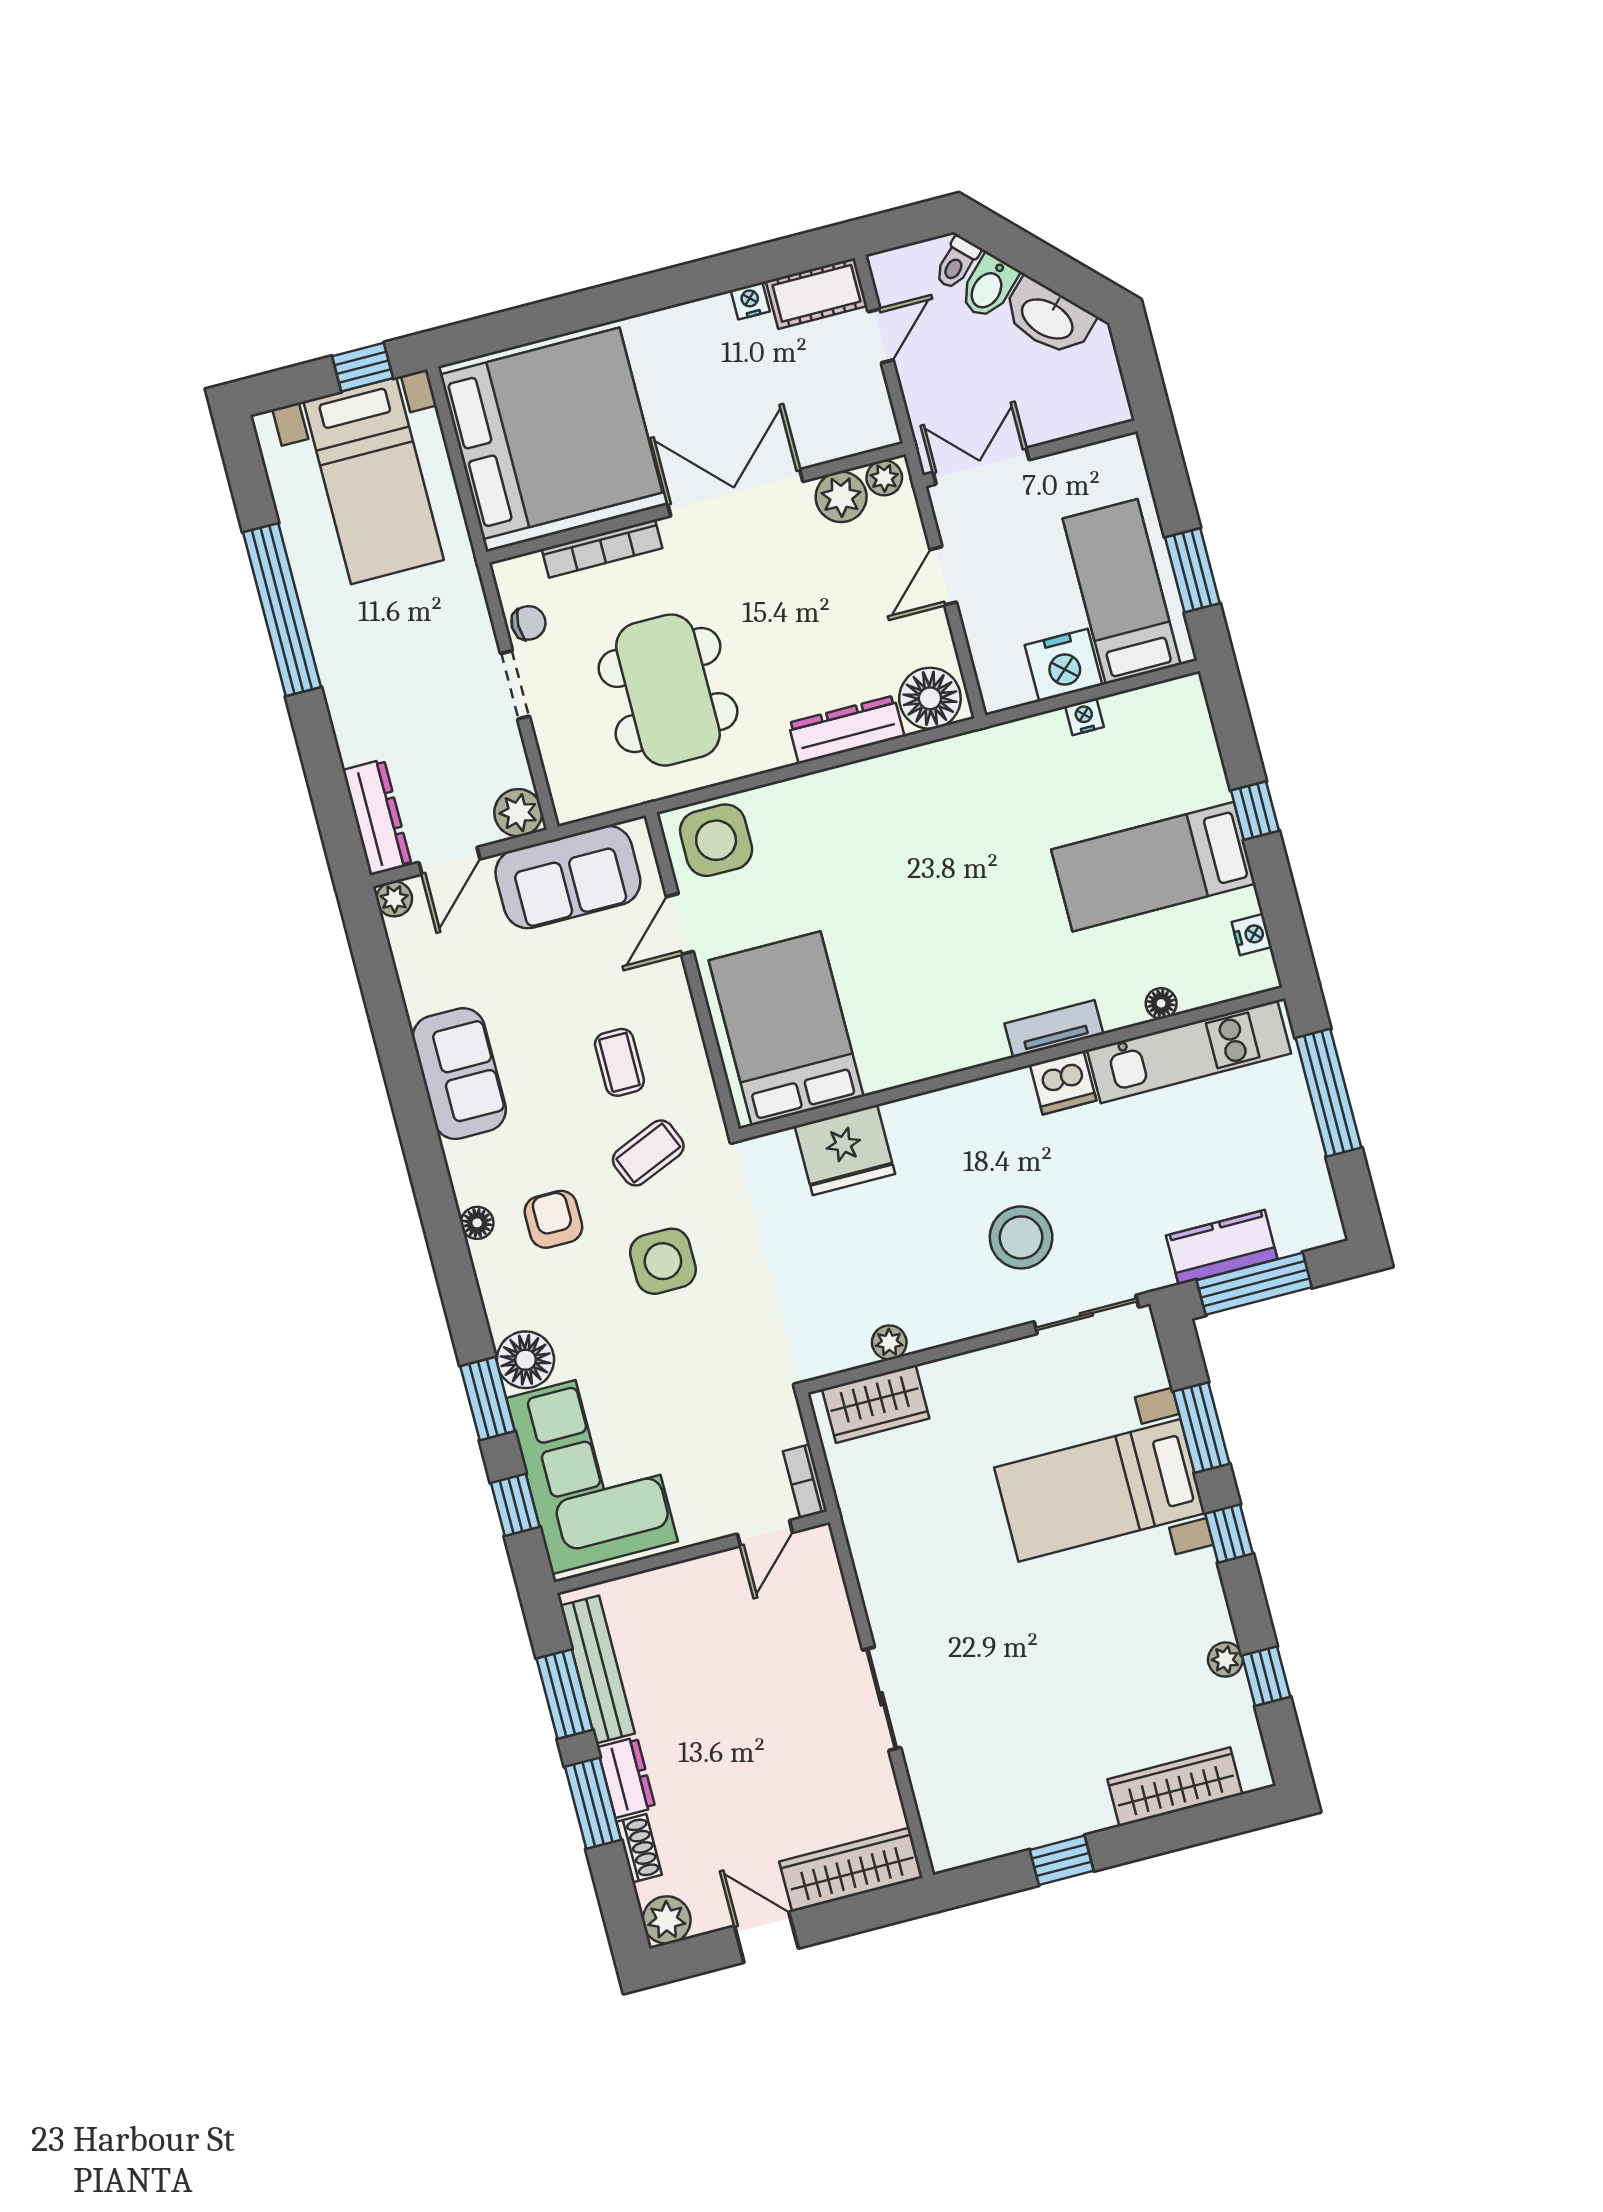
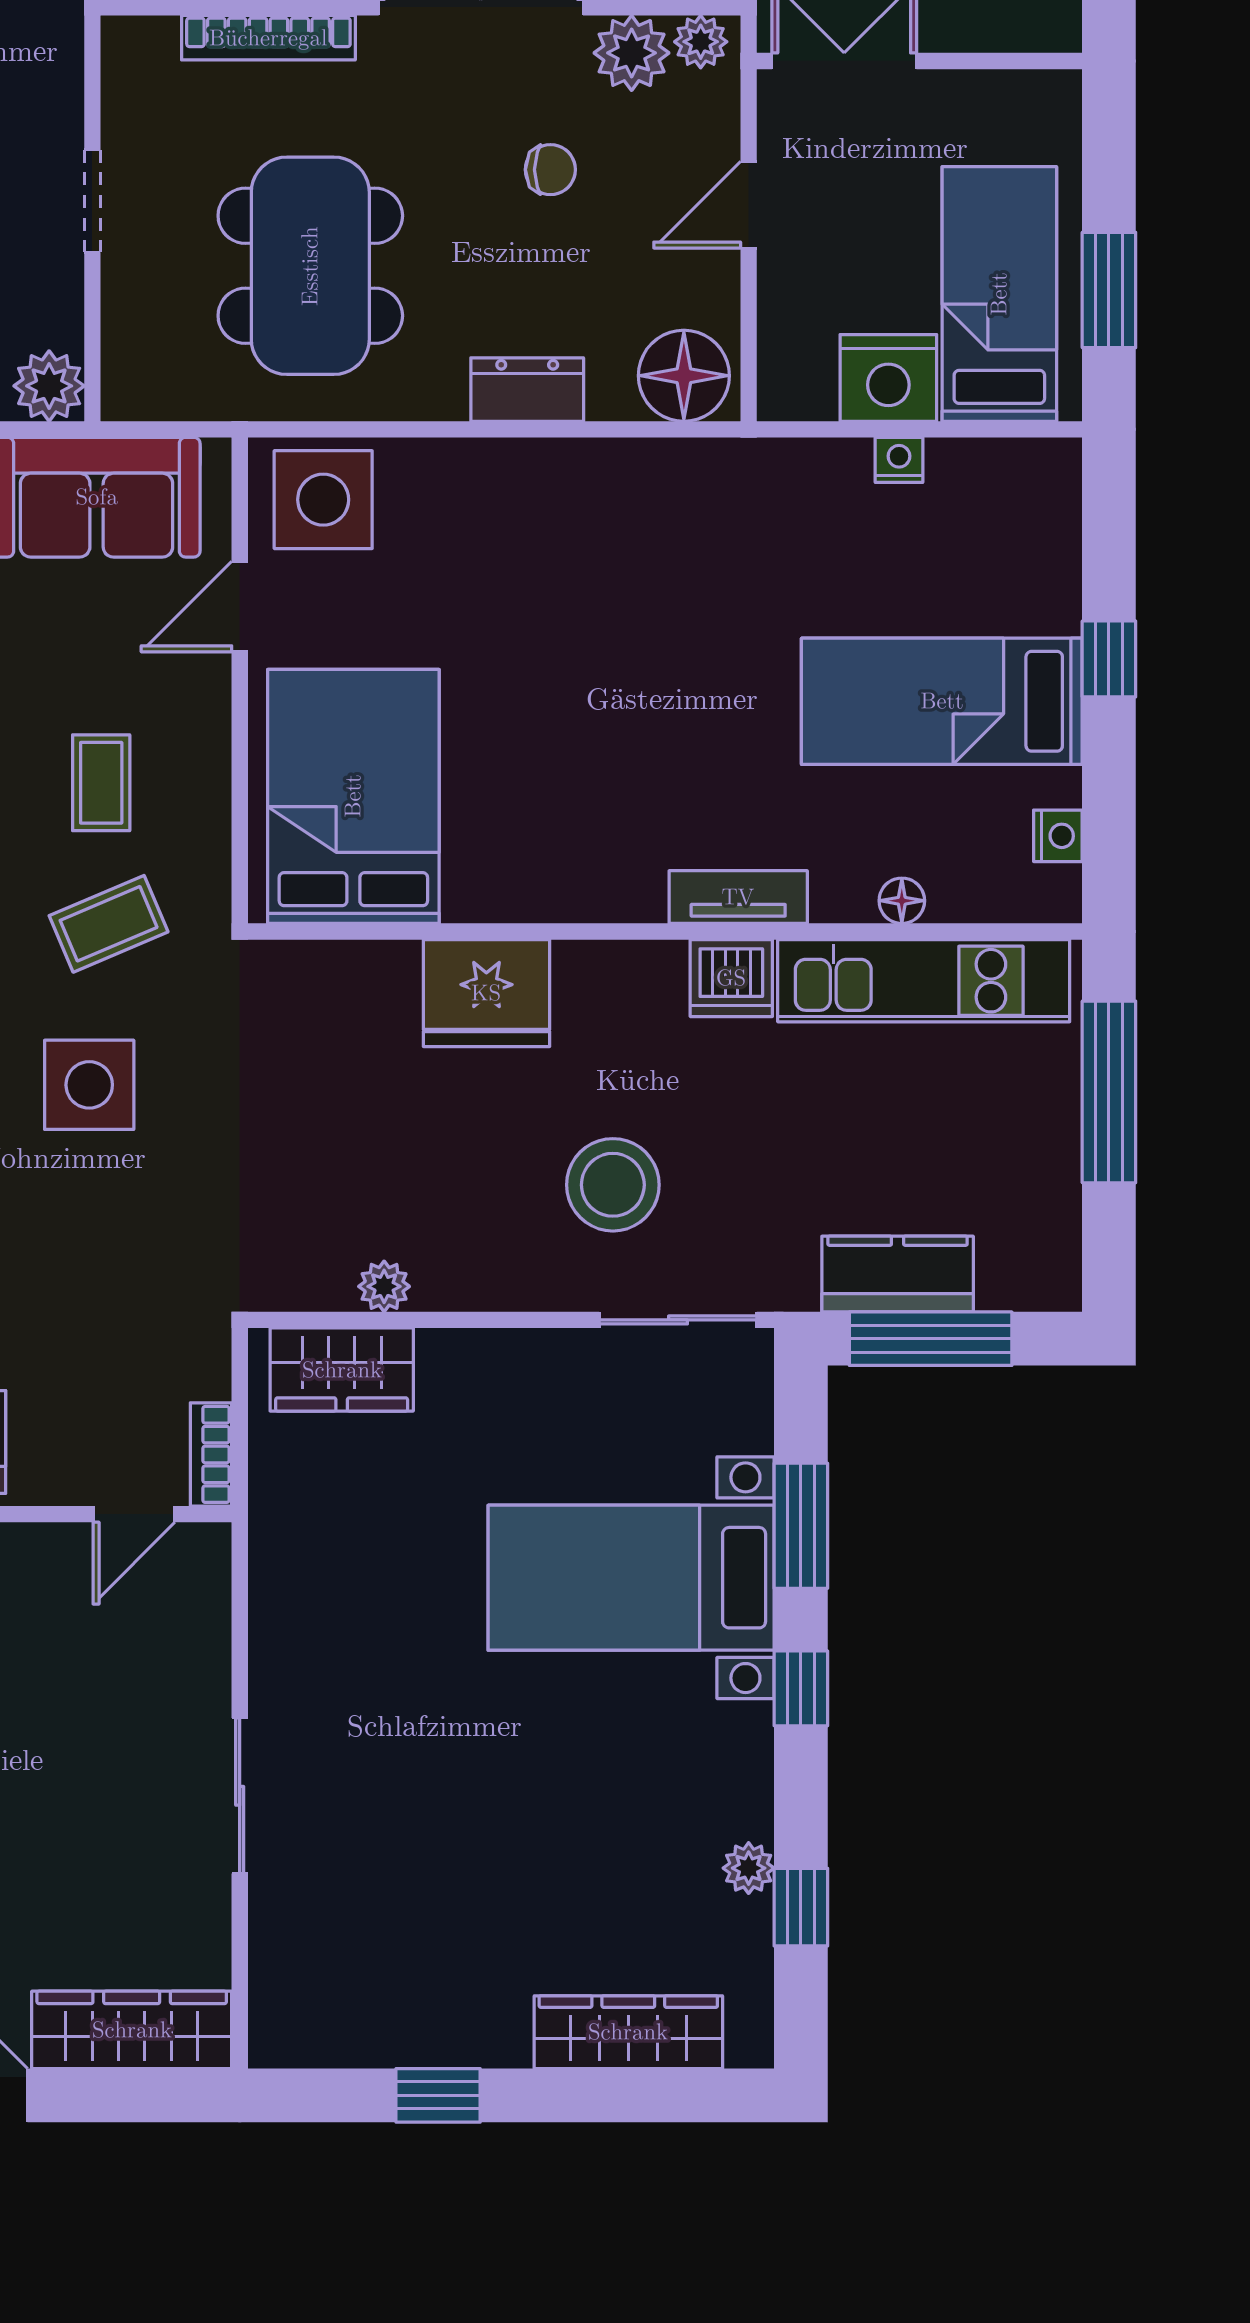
chair: (529, 623) -> (550, 170), moved
dresser: (846, 730) -> (527, 390), width x0.70
fridge: (845, 1150) -> (486, 993), moved

